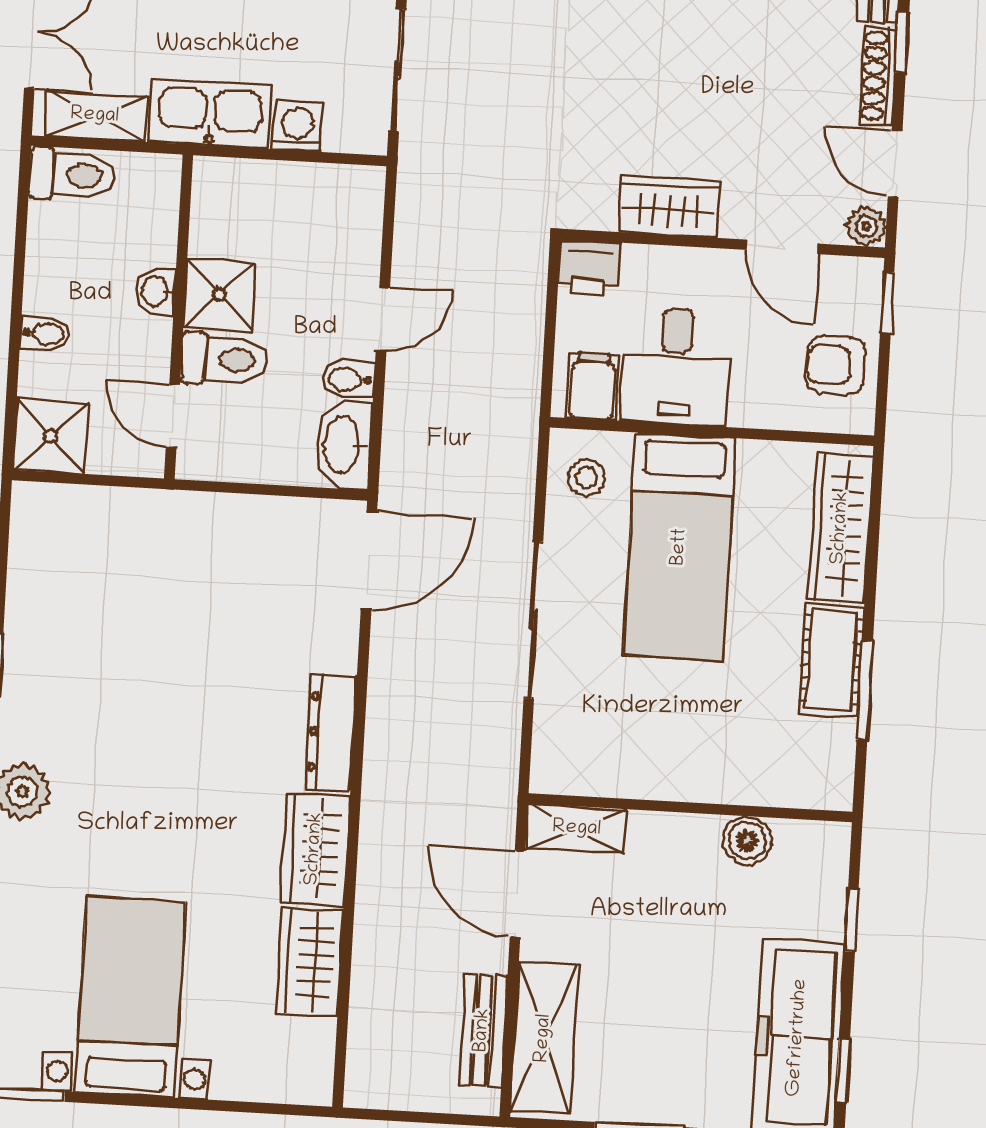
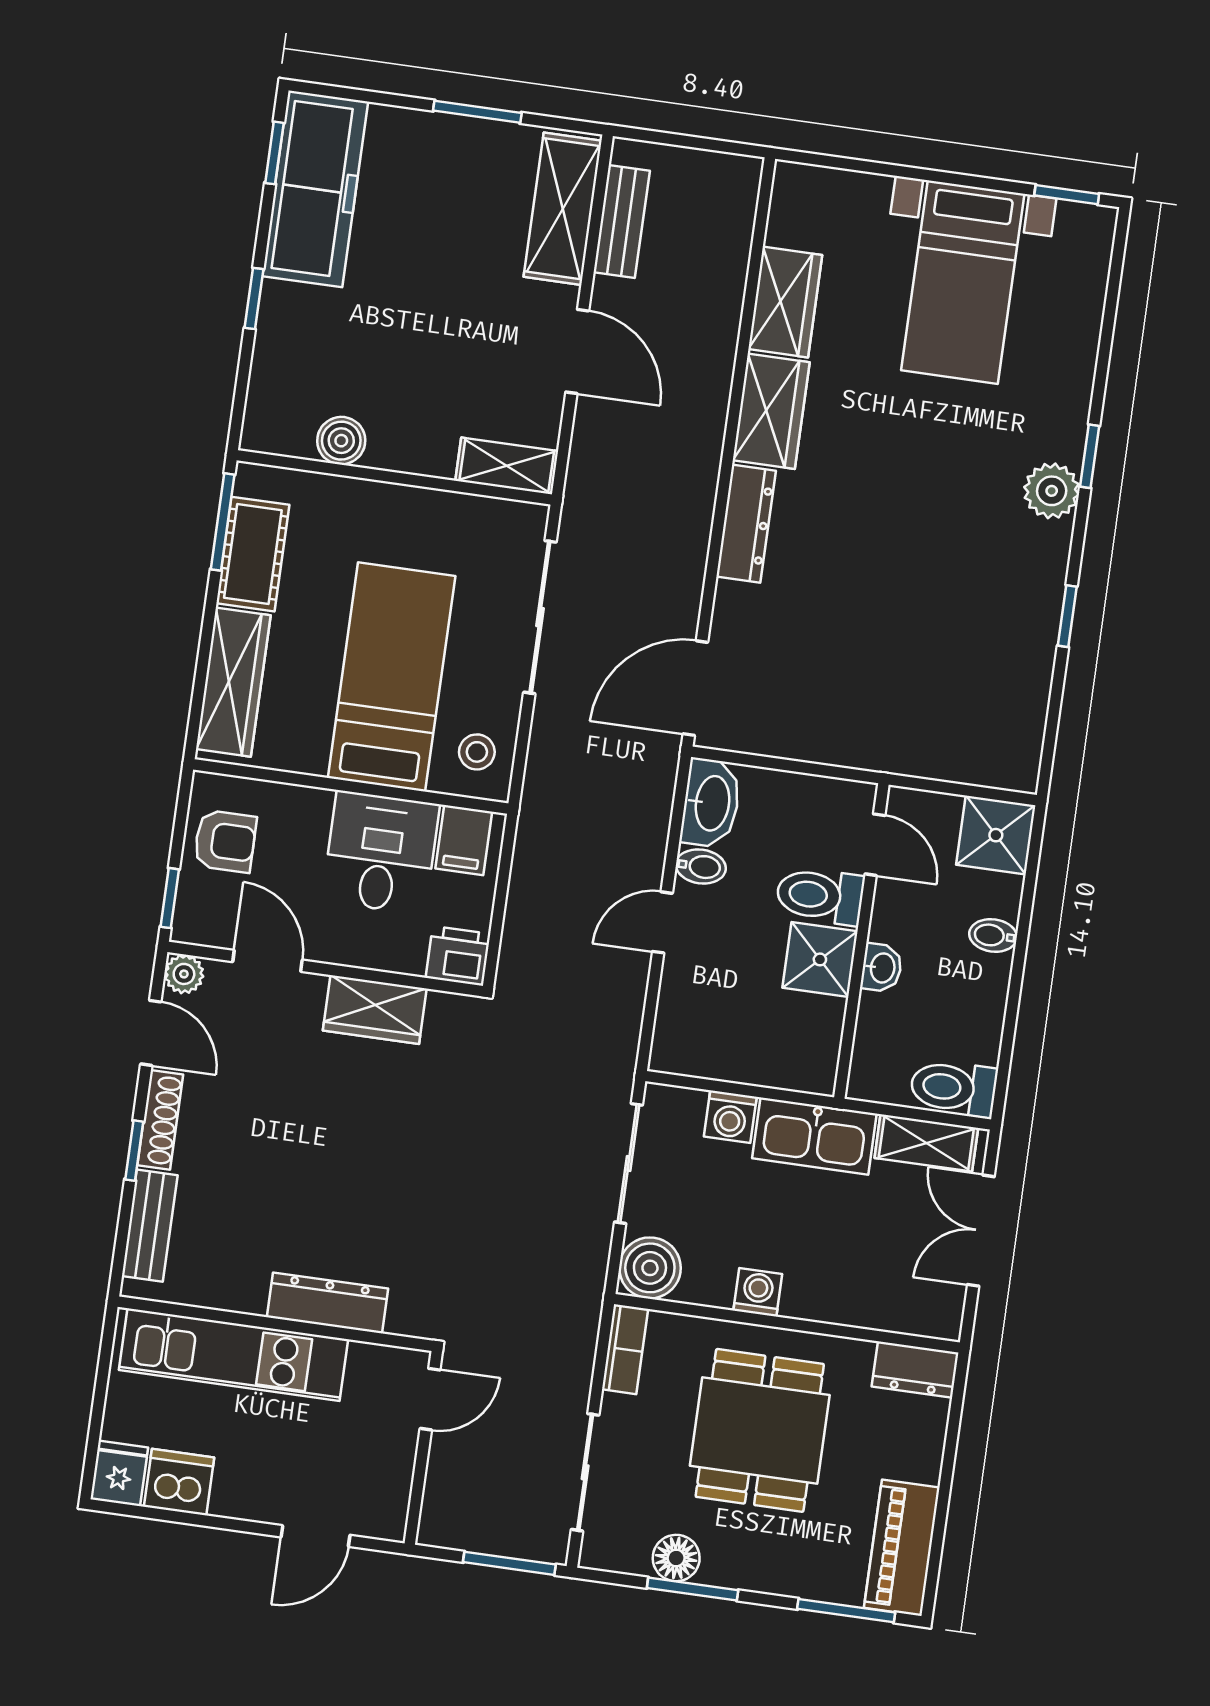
wall: (690, 808) -> (394, 477), moved
shelving: (577, 829) -> (507, 466), moved
boiler: (747, 841) -> (341, 441), moved

